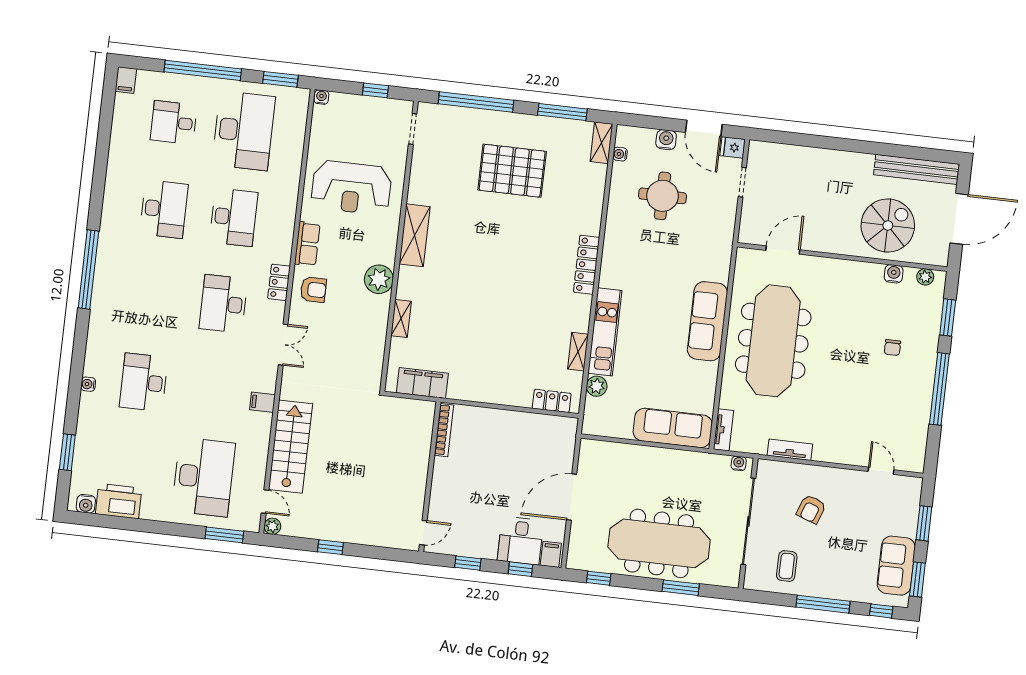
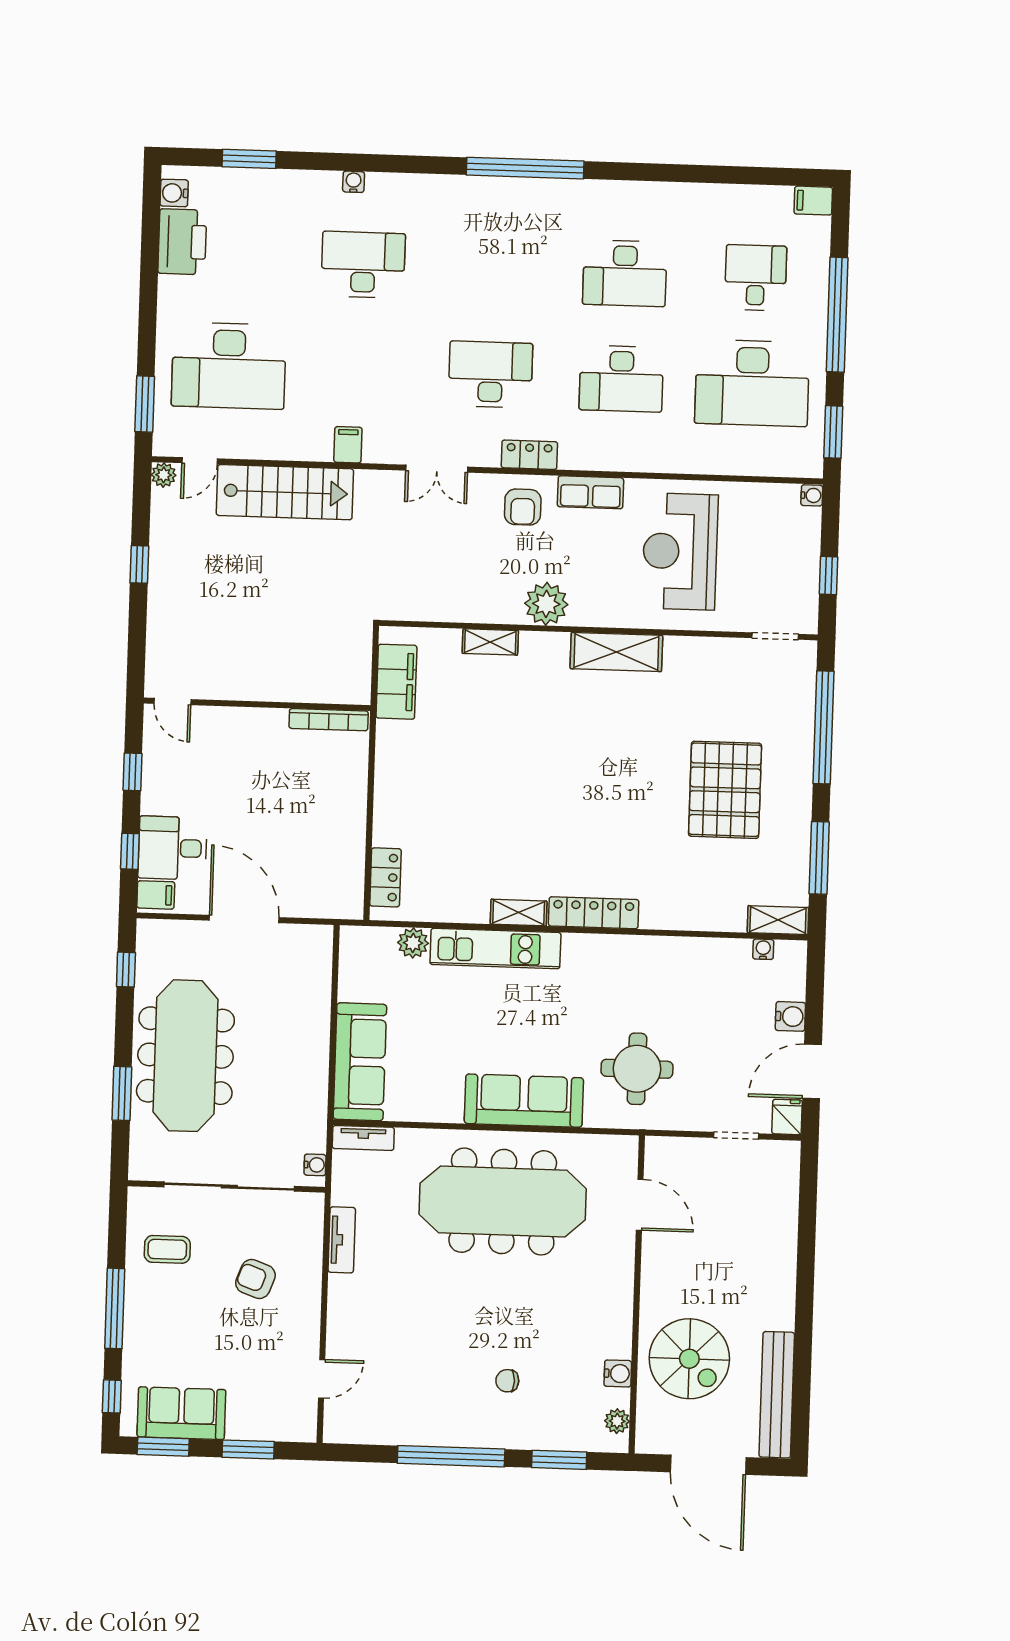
round table: (662, 196) -> (637, 1069), moved
shelving: (578, 352) -> (519, 913), moved

